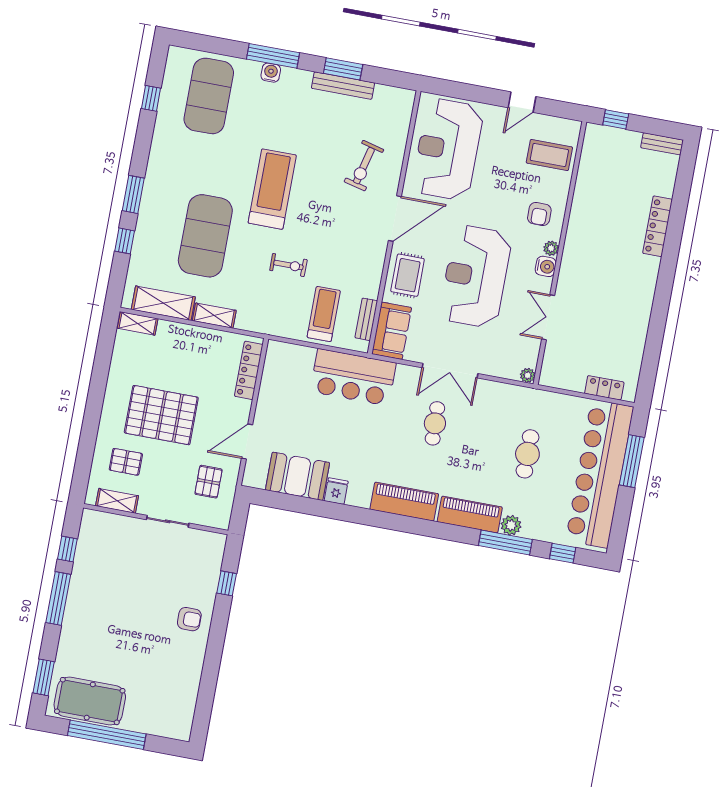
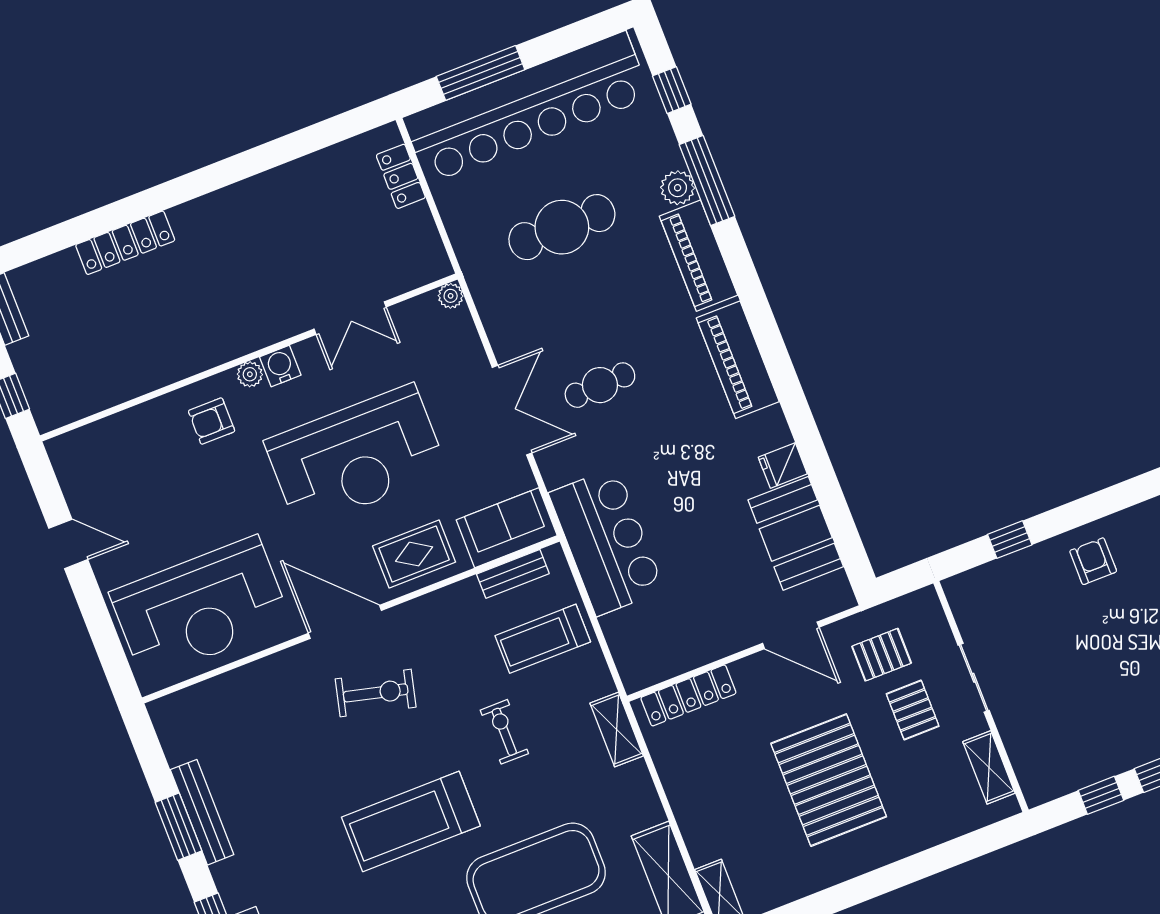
coffee table: (549, 155) -> (119, 459), removed
exercise bike: (364, 166) -> (376, 693), moved
armchair: (539, 214) -> (212, 421), turned 180
shelving: (214, 316) -> (617, 729), moved
cafe table: (527, 454) -> (562, 227), width x1.37, depth x1.35
pallet: (126, 462) -> (913, 710), moved

